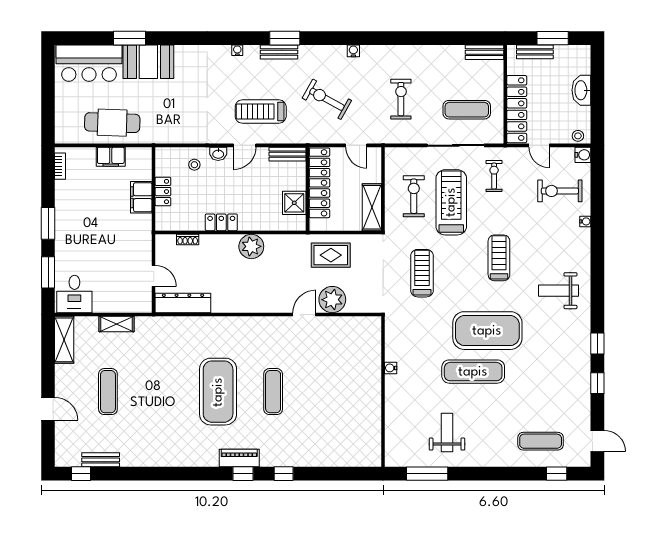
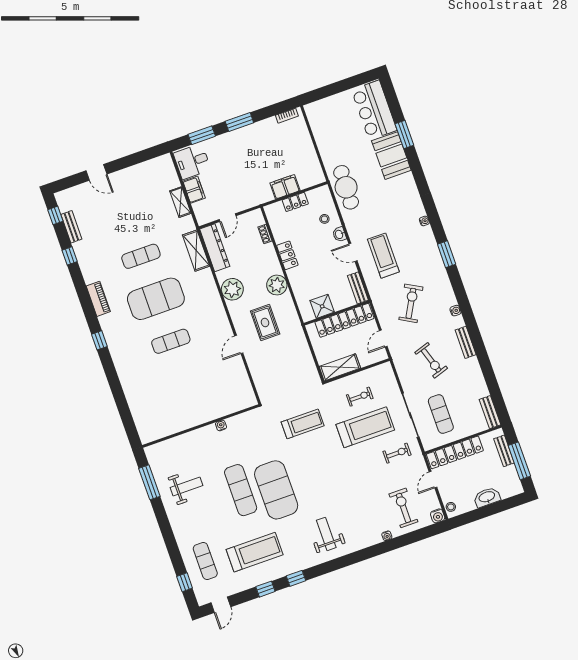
window: (553, 38) -> (519, 461), width x1.44
bench: (279, 52) -> (466, 342), moved
exercise bike: (401, 99) -> (431, 360), turned 72
cafe table: (112, 123) -> (346, 187), moved
filing cabinet: (111, 157) -> (194, 190), moved, turned 180
exercise bike: (414, 196) -> (360, 397), width x0.73, depth x0.72
rug: (331, 255) -> (265, 322), moved
treadmill: (499, 258) -> (255, 552), moved, width x1.37, depth x1.38
plant: (332, 300) -> (232, 289), moved
door: (304, 315) -> (239, 344), swing flipped
shelving: (64, 340) -> (196, 251), moved, turned 90
exercise mat: (108, 392) -> (141, 256), moved
door: (48, 409) -> (96, 172), hinge flipped
piano: (239, 458) -> (98, 299), moved
window: (284, 474) -> (70, 256), moved

